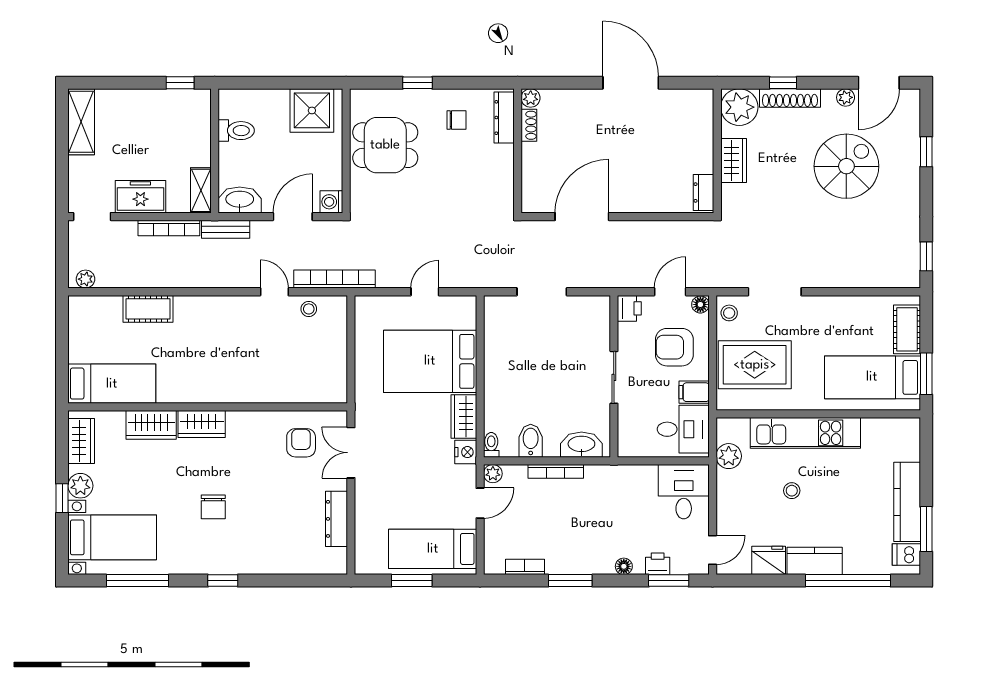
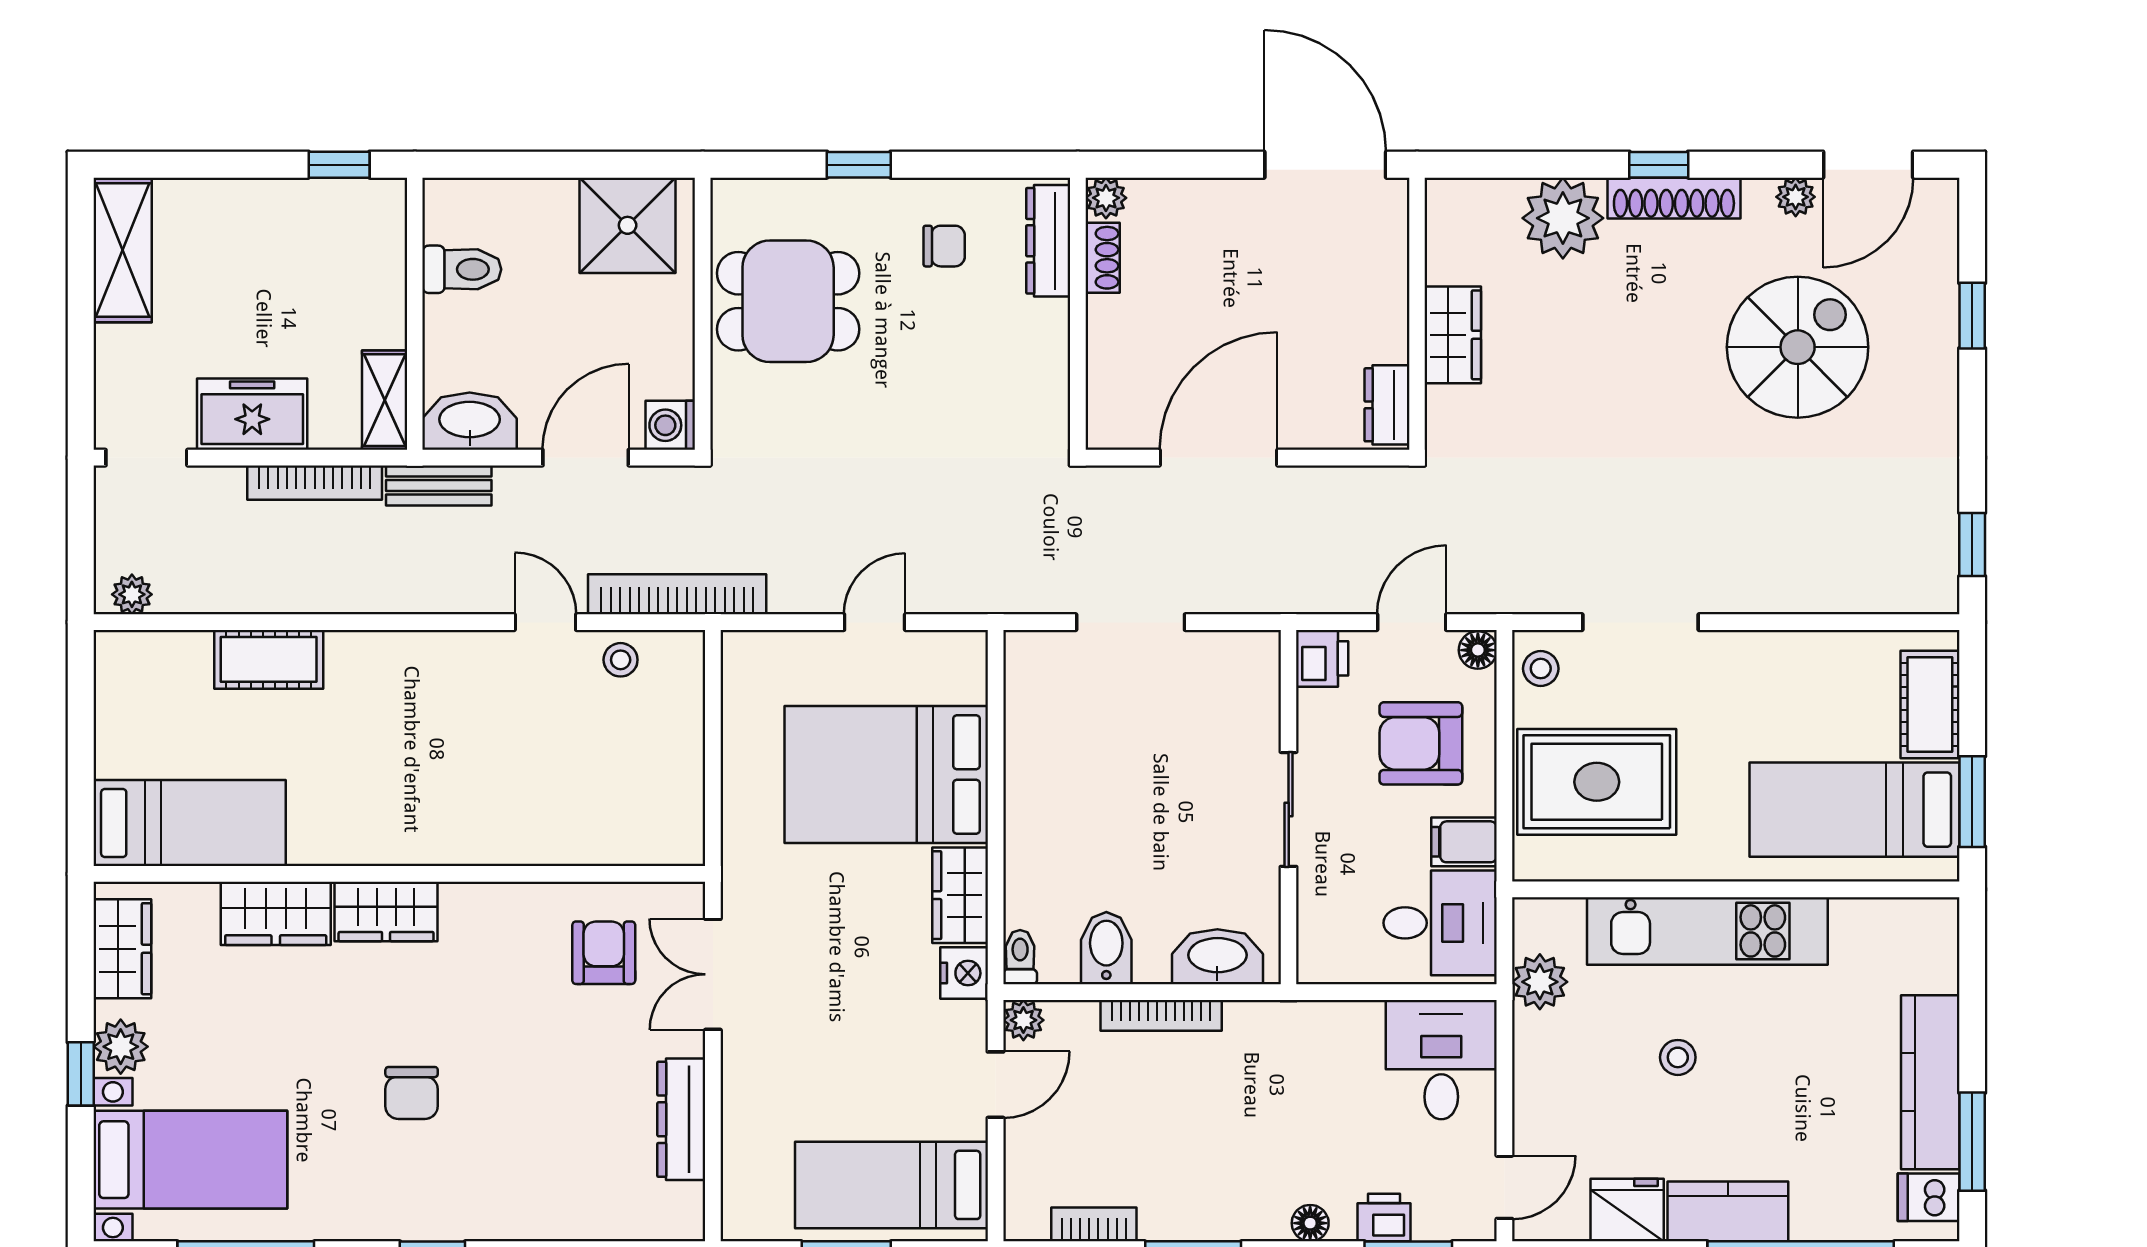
wall: (717, 151) -> (1417, 314), moved
wardrobe: (734, 160) -> (1453, 335), moved
dresser: (703, 192) -> (1387, 405), moved

